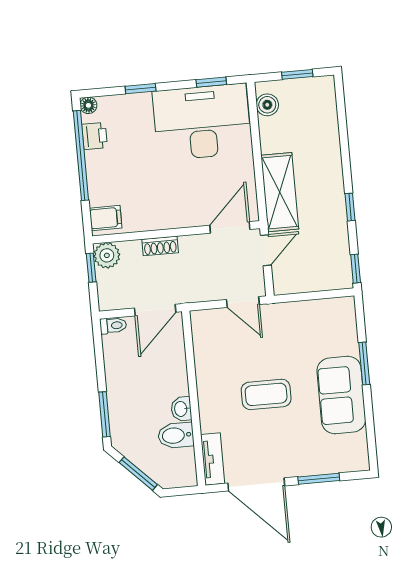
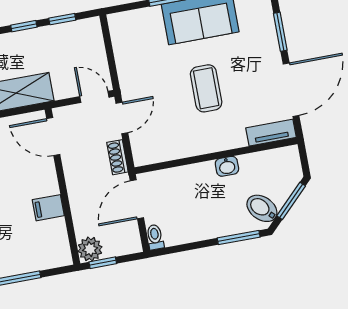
filing cabinet: (106, 218) -> (48, 208), moved, turned -90
shoe rack: (160, 246) -> (117, 157), moved, turned 180
door: (266, 250) -> (94, 97), moved
window: (356, 269) -> (62, 19), moved
door: (155, 310) -> (137, 199), swing flipped
bidet: (176, 435) -> (262, 208), moved, turned 135

